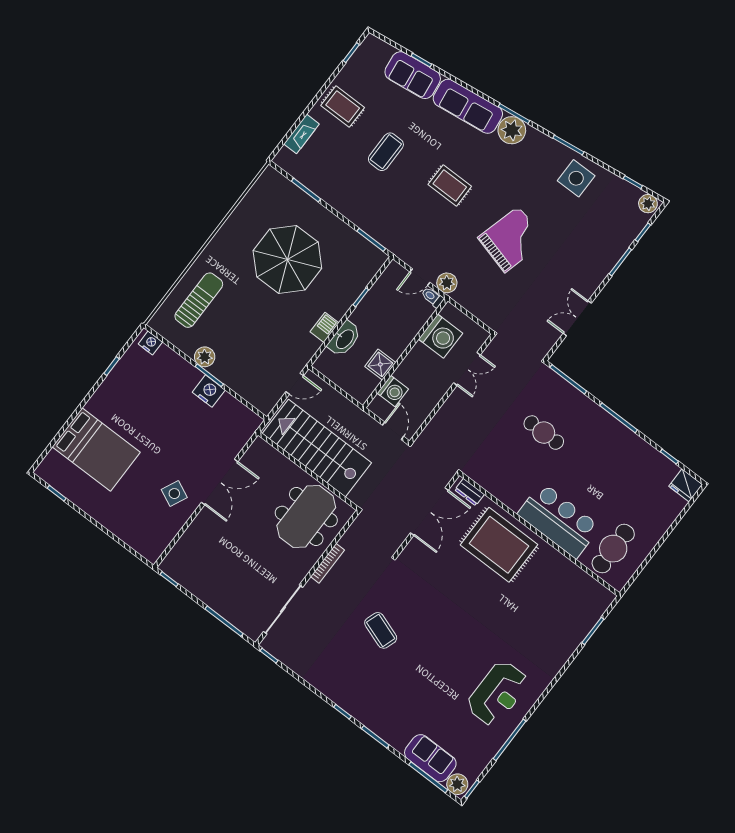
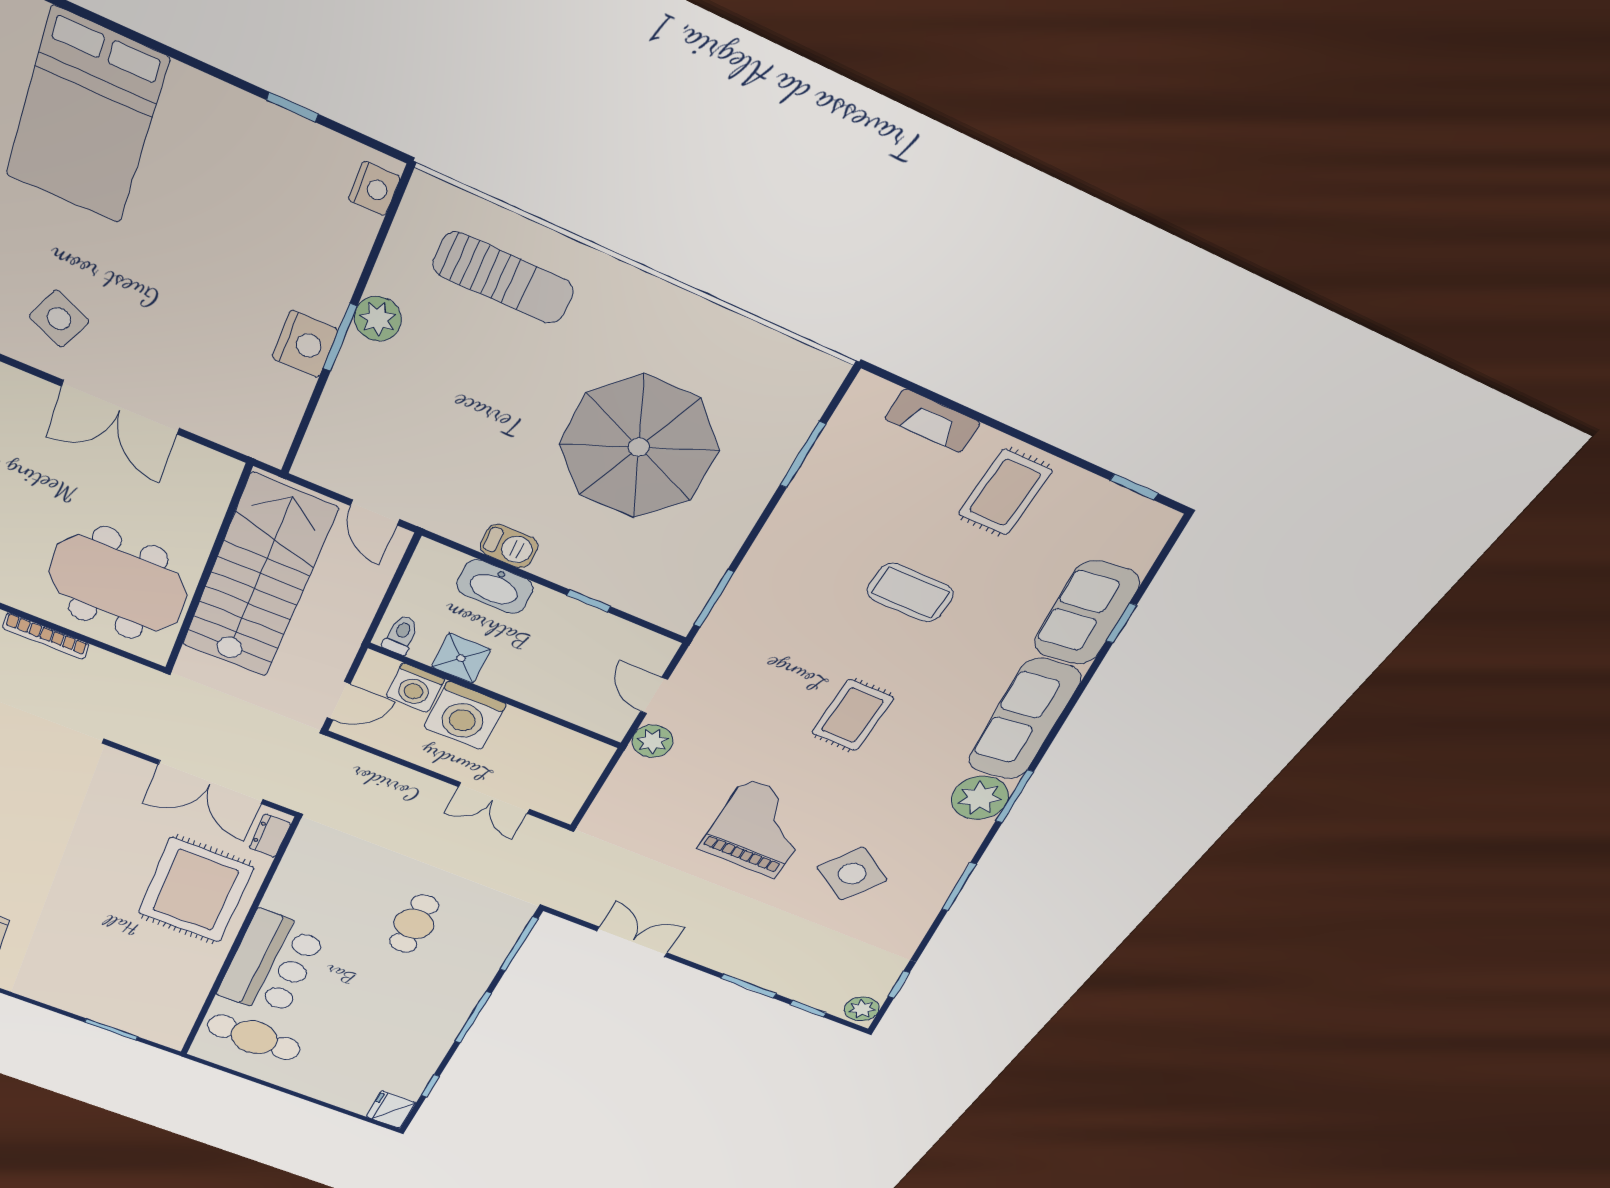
side table: (576, 178) -> (852, 874), moved, turned 32
grand piano: (512, 239) -> (760, 829), turned -105
toilet: (432, 297) -> (401, 635), moved
washing machine: (441, 336) -> (465, 716), moved

